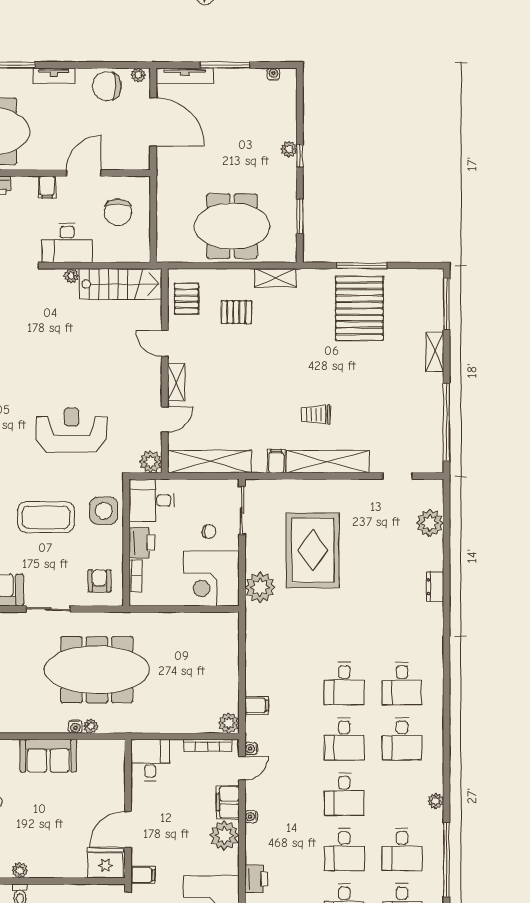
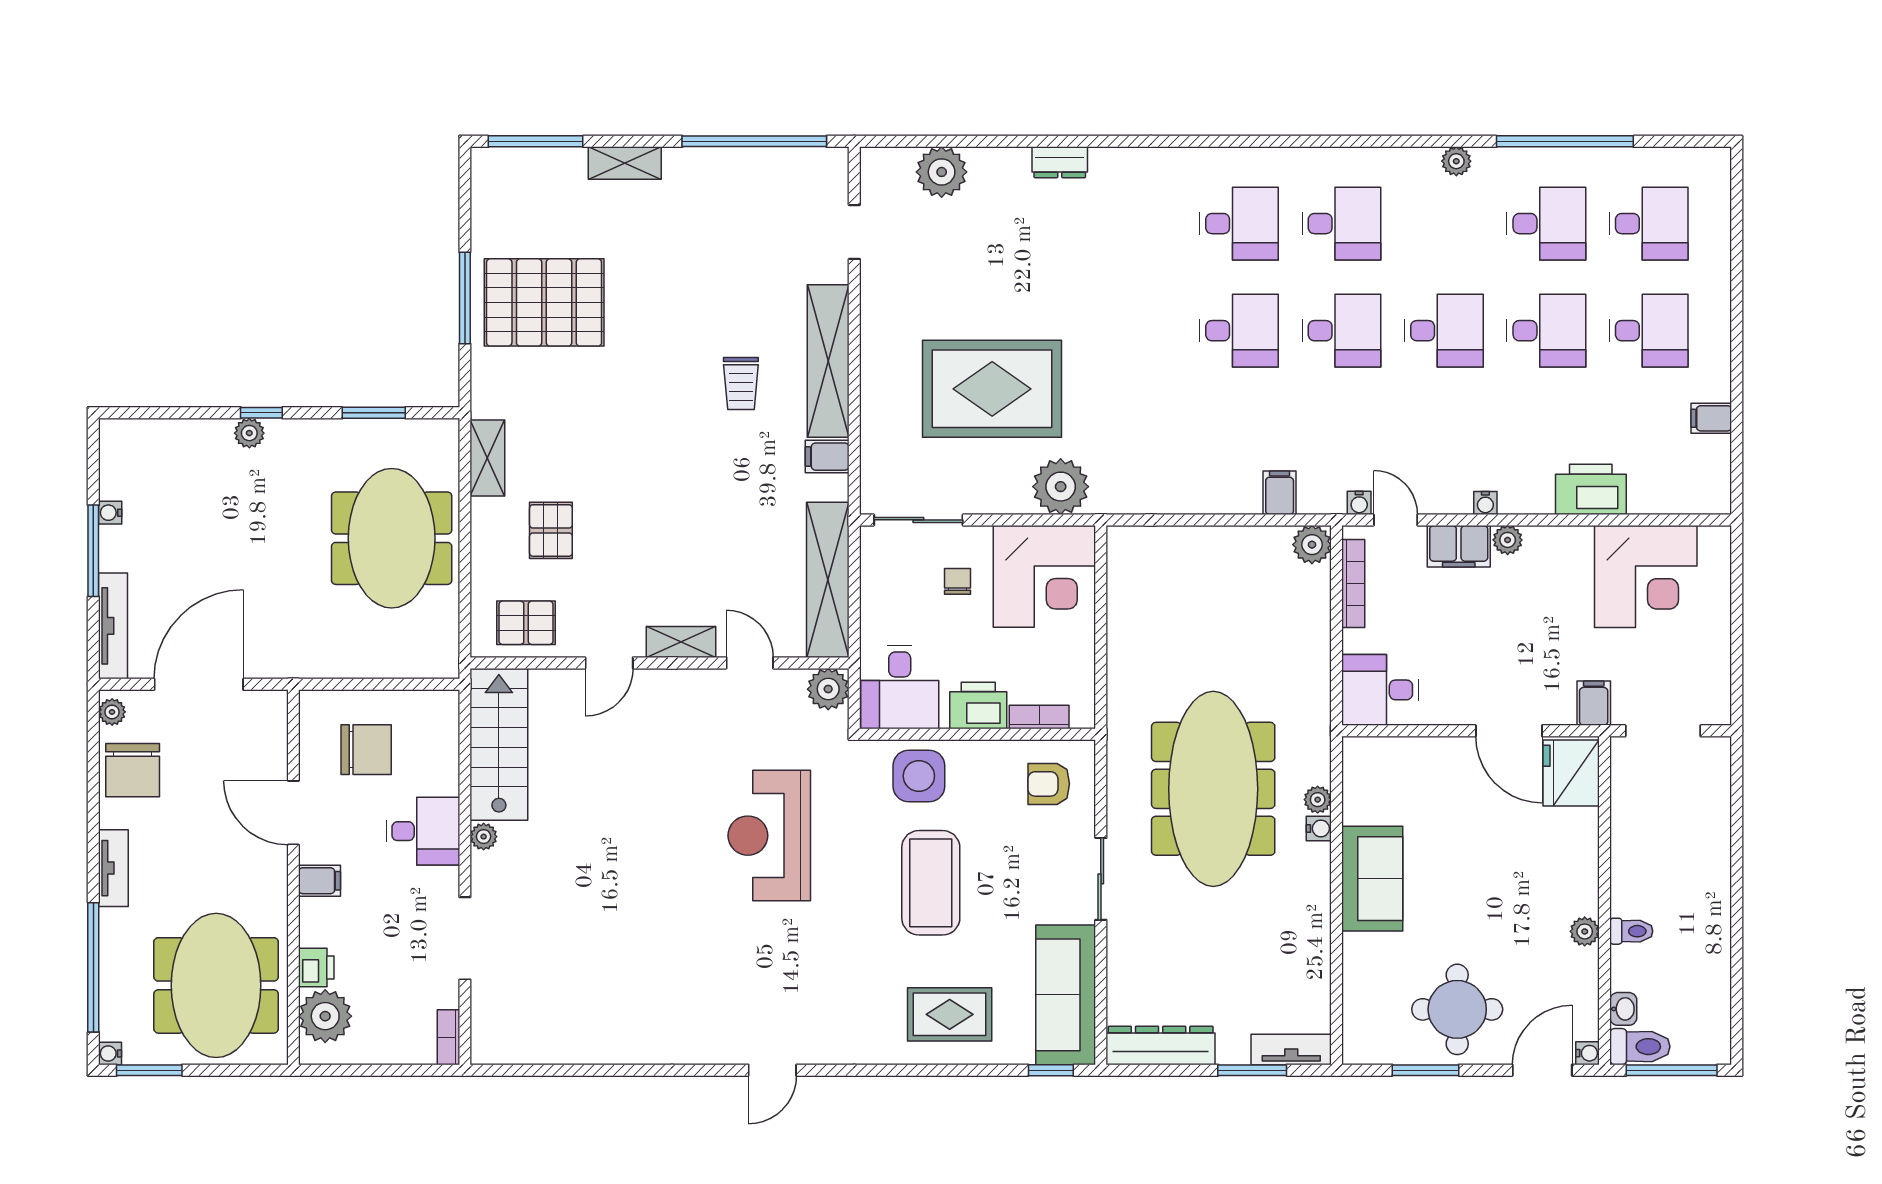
water cooler: (273, 74) -> (110, 513), moved
desk: (67, 243) -> (423, 831), width x0.73
plant: (224, 836) -> (1508, 540), width x0.53, depth x0.53
printer: (256, 879) -> (1591, 489), width x1.37, depth x1.19

